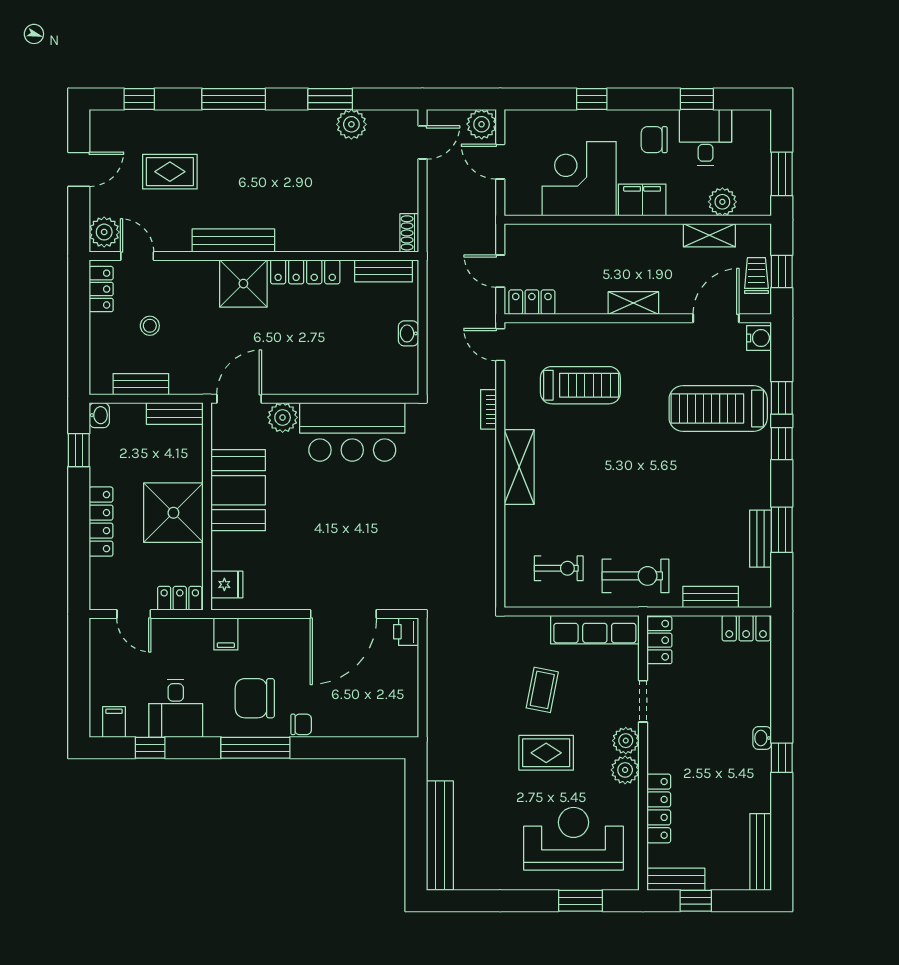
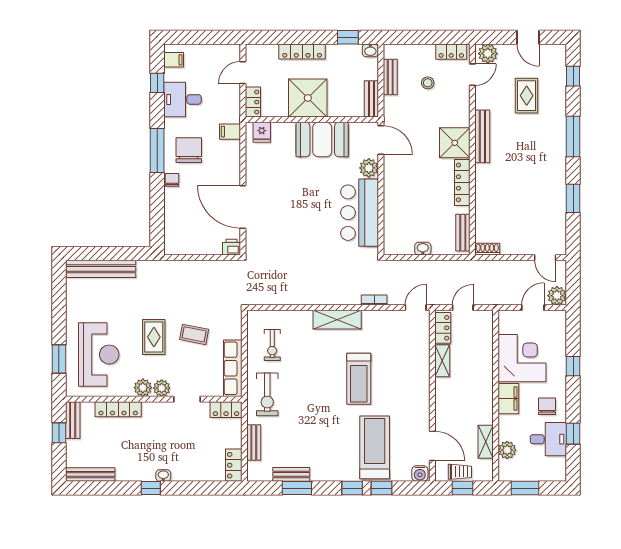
plant: (351, 124) -> (557, 212), removed
shelving: (633, 303) -> (442, 361), moved
treadmill: (580, 385) -> (359, 379), moved
chair: (301, 724) -> (172, 180), turned 180

